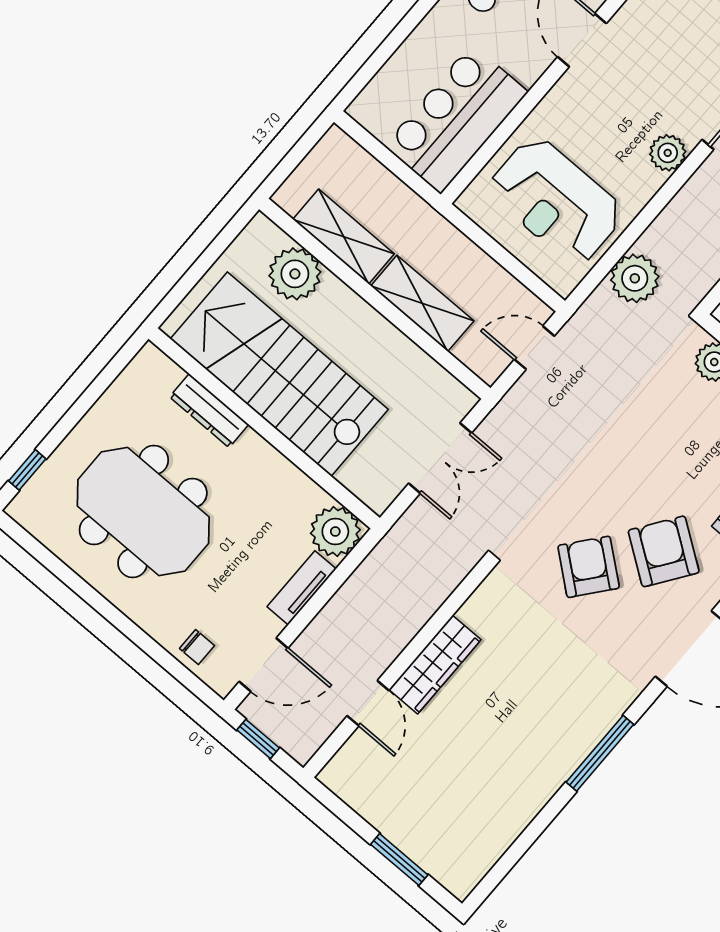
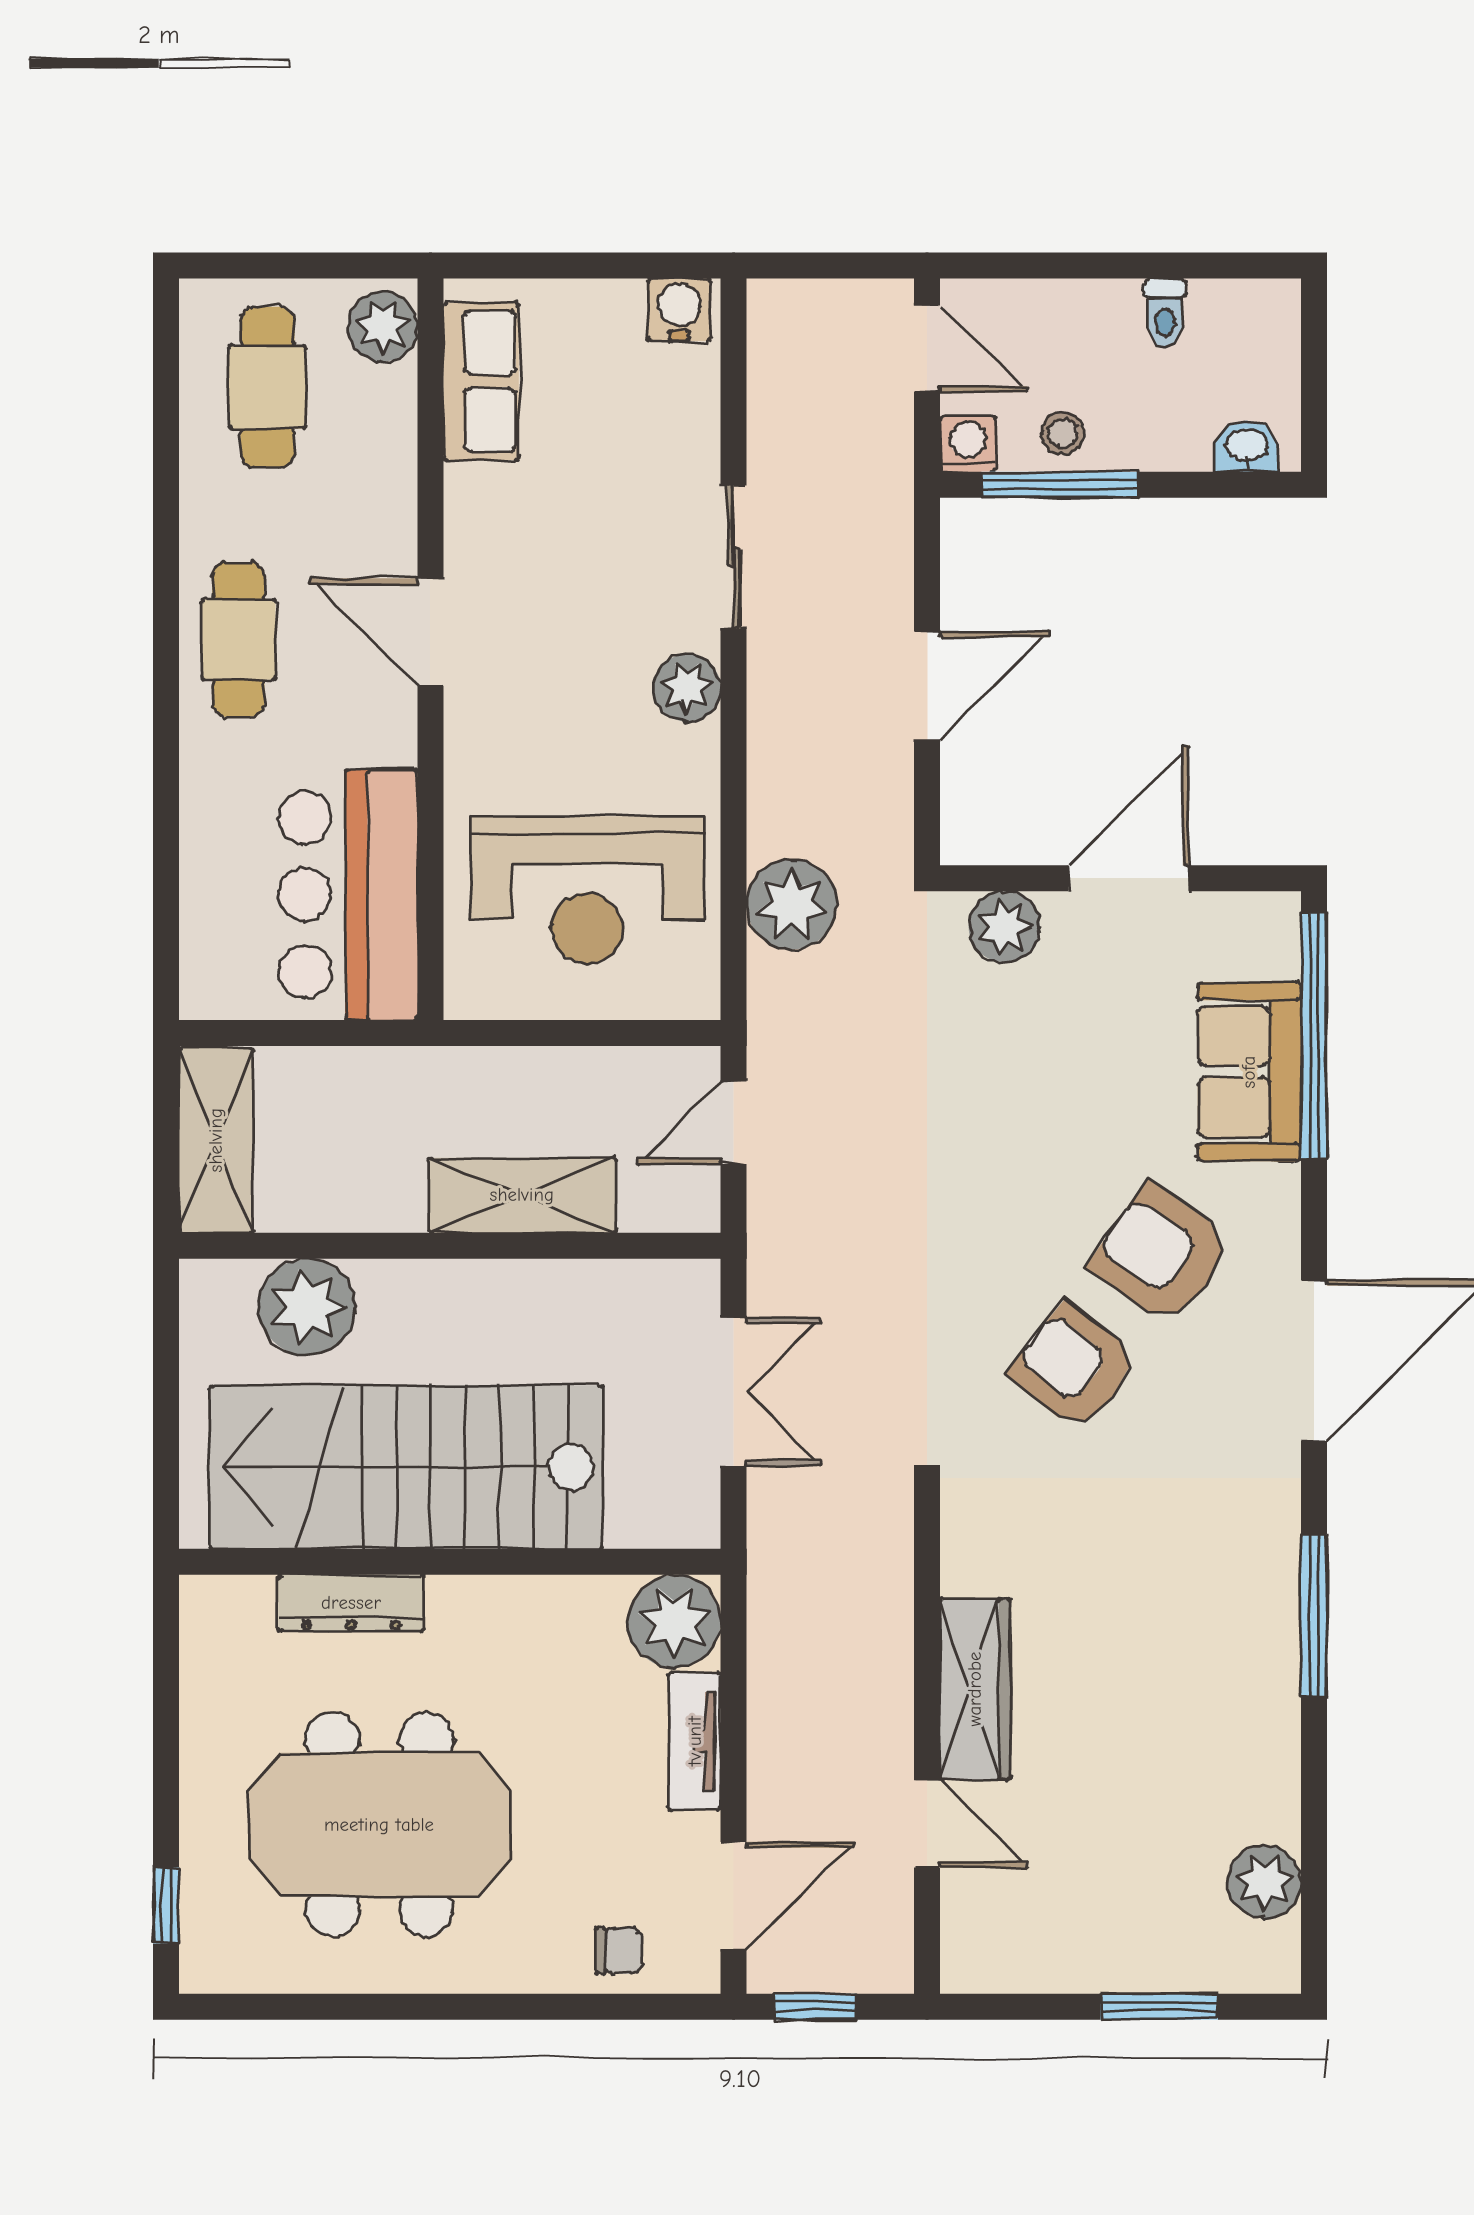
shelving: (344, 237) -> (216, 1140), moved, turned 90
plant: (486, 845) -> (1265, 1882), added

